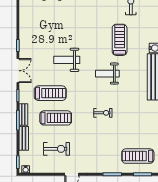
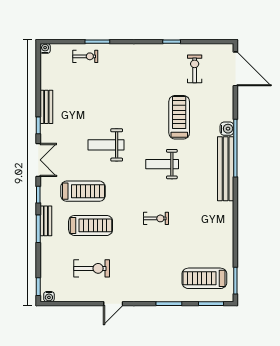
bench: (24, 138) -> (46, 107), moved

